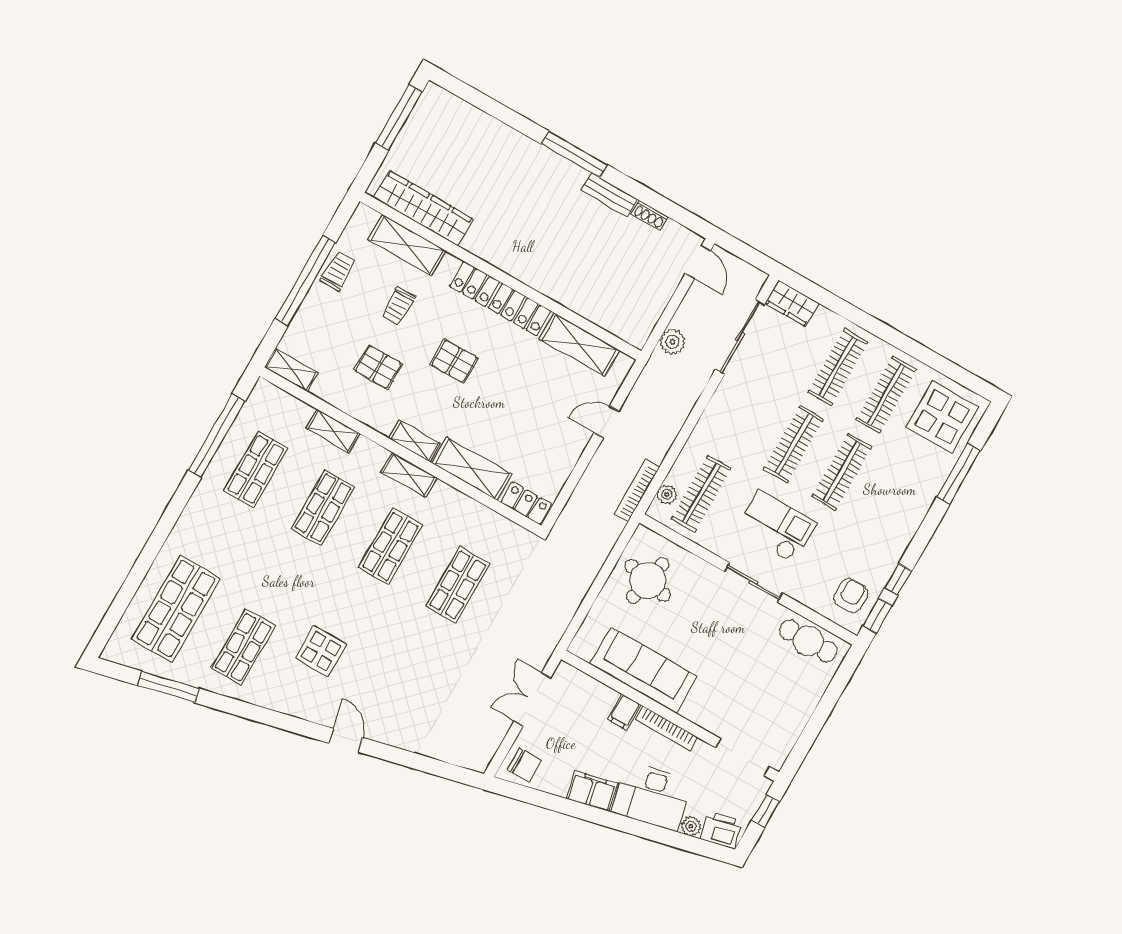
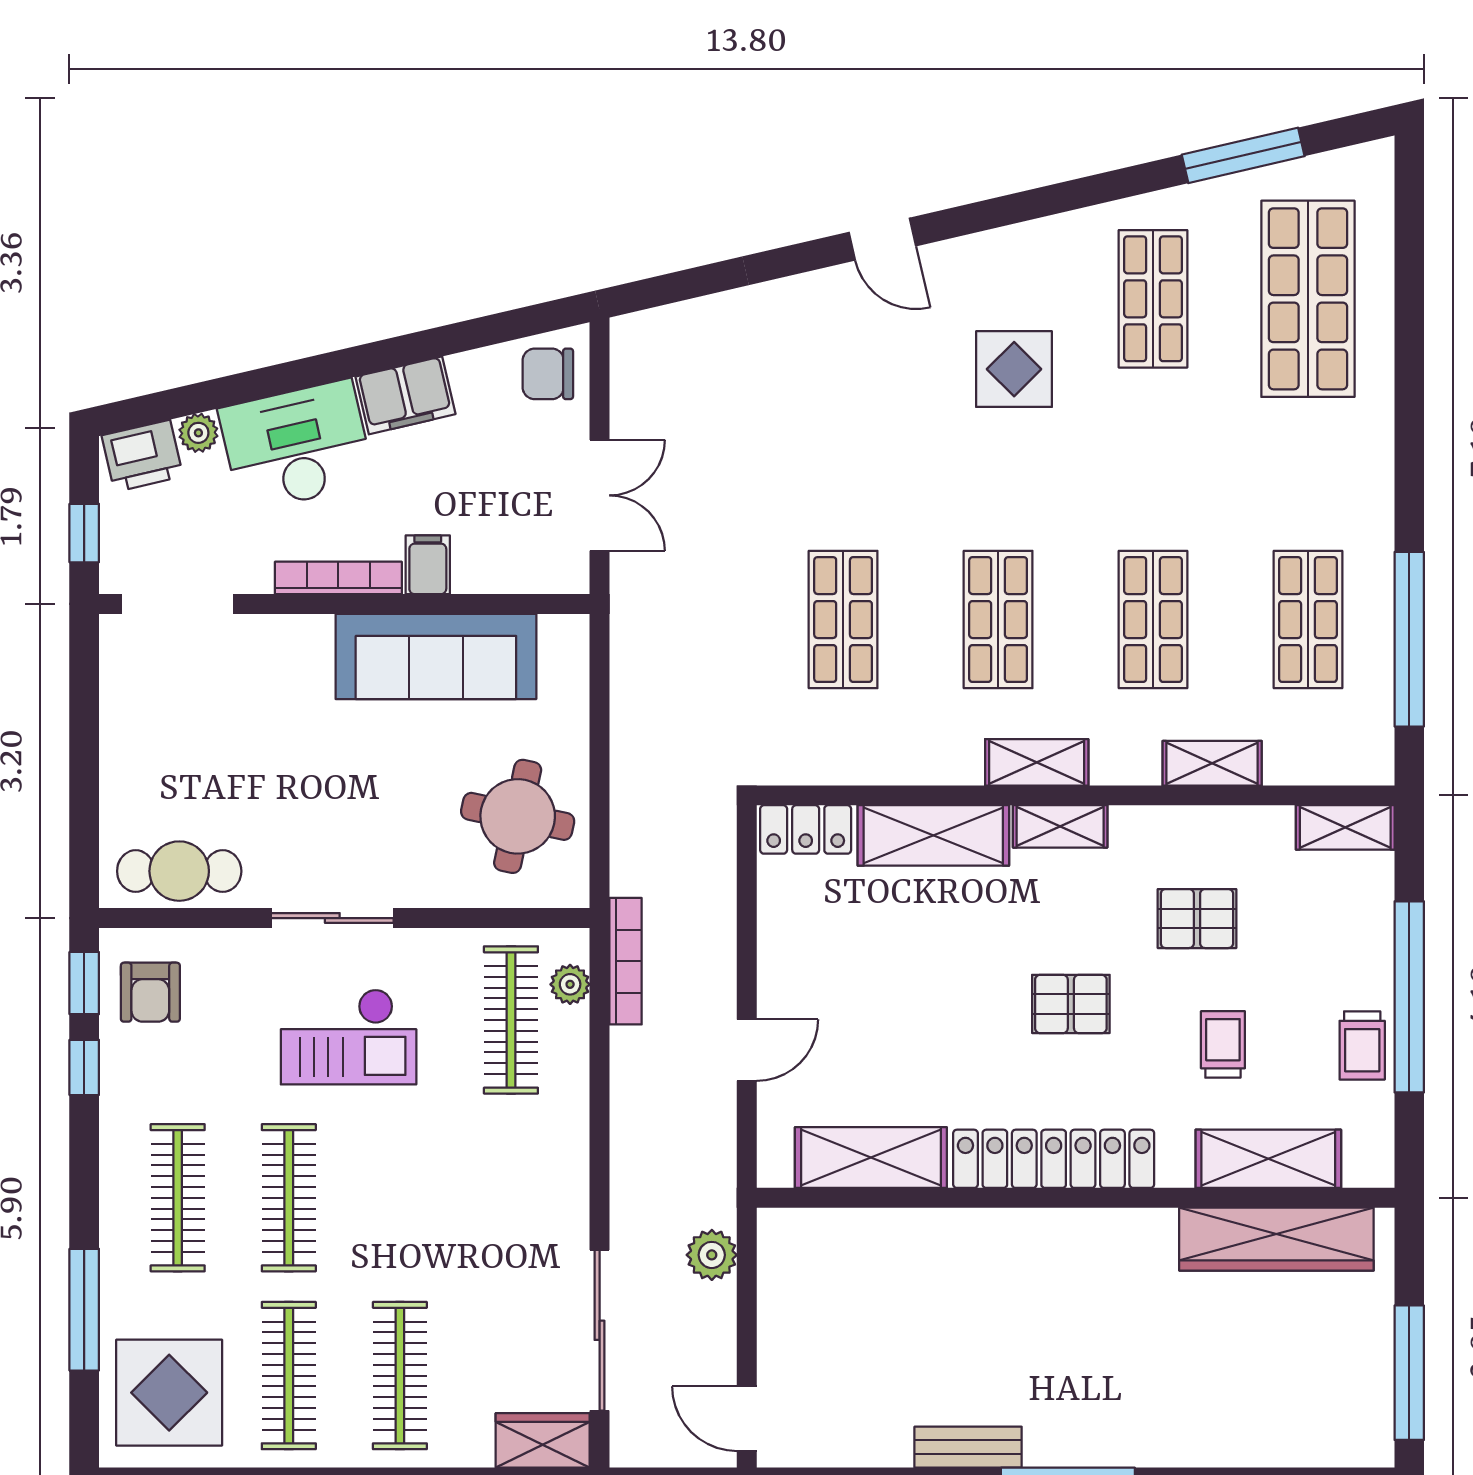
shoe rack: (649, 215) -> (878, 1452), removed
clothes rail: (794, 444) -> (178, 1198), moved

